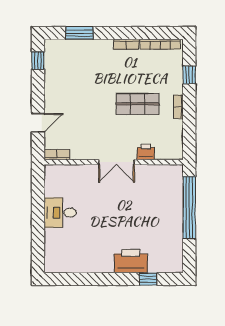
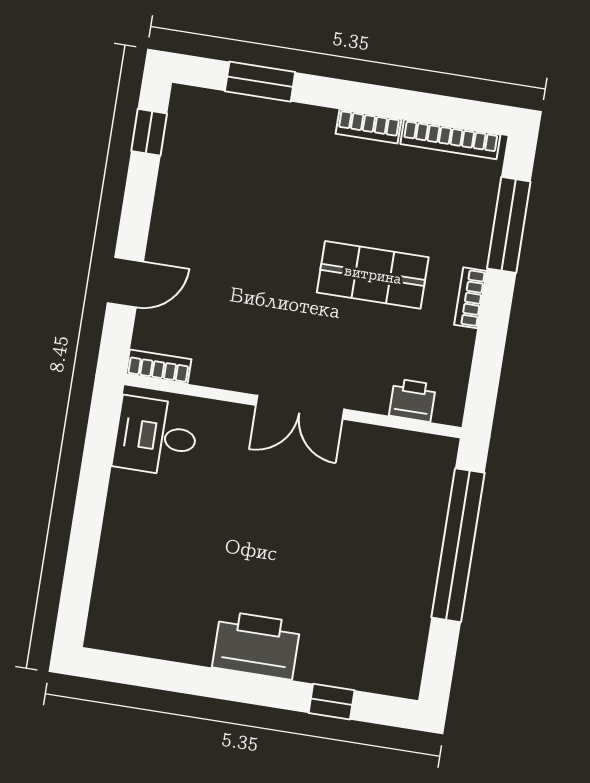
window: (189, 75) -> (509, 225), width x2.17
printer: (146, 152) -> (413, 400), moved
desk: (60, 213) -> (156, 436), moved
printer: (131, 261) -> (256, 645), moved

